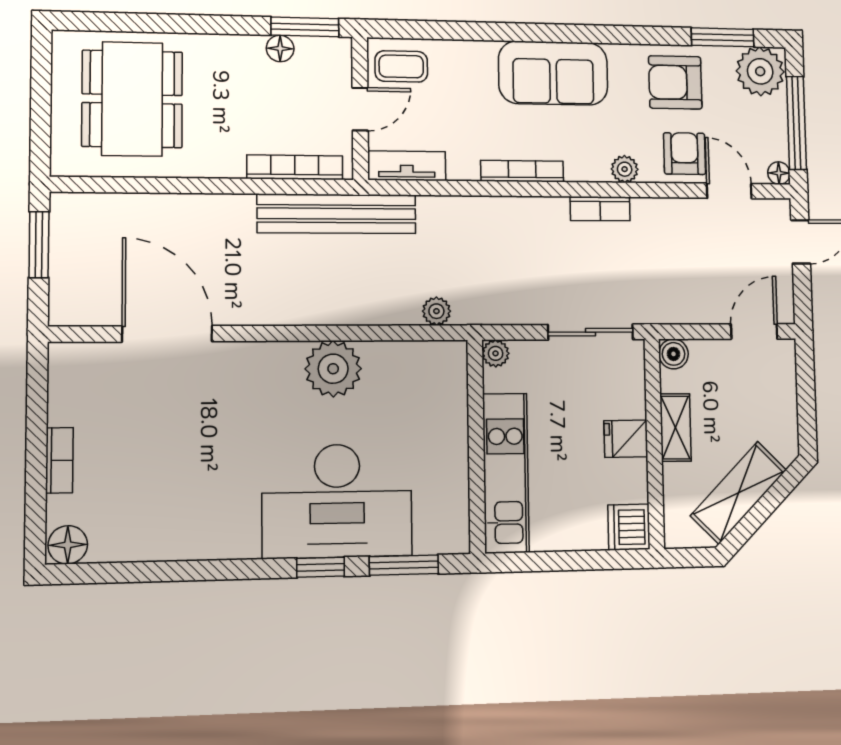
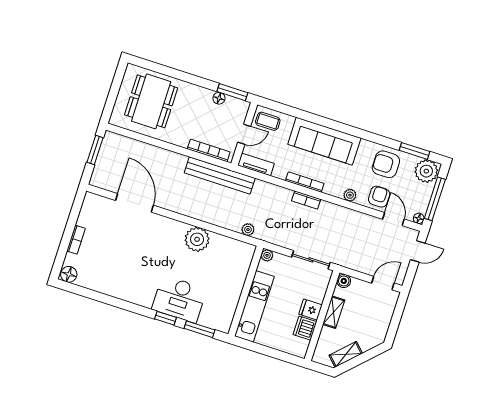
sofa: (553, 73) -> (324, 141), width x1.36
bookcase: (600, 209) -> (306, 200), moved
shelving: (738, 493) -> (346, 354), width x0.67, depth x0.75
desk: (337, 501) -> (179, 299), width x0.73, depth x0.77
dishwasher: (629, 527) -> (305, 328), moved

